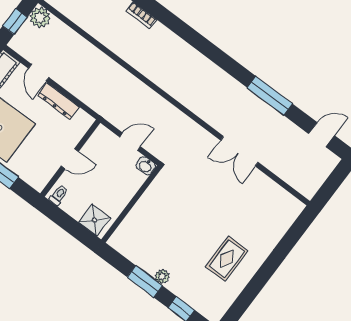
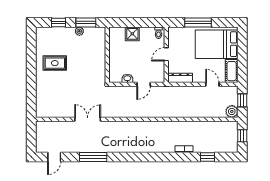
dresser: (58, 101) -> (180, 78), moved
wall: (131, 204) -> (107, 55), moved
rug: (227, 259) -> (55, 63), turned 90

